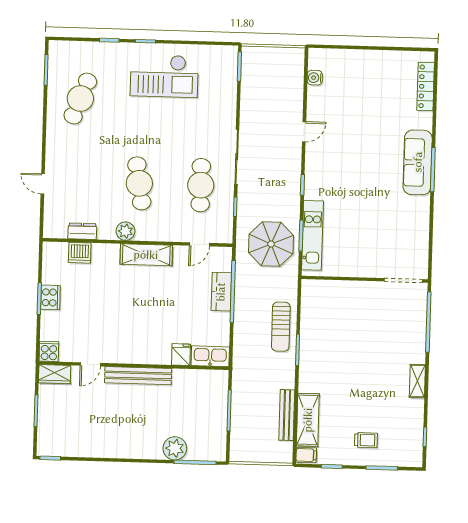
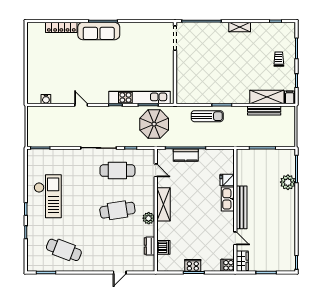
locker: (426, 86) -> (61, 27), moved
kitchen unit: (312, 235) -> (140, 98), width x1.36
kitchen sink: (210, 356) -> (228, 199), moved

